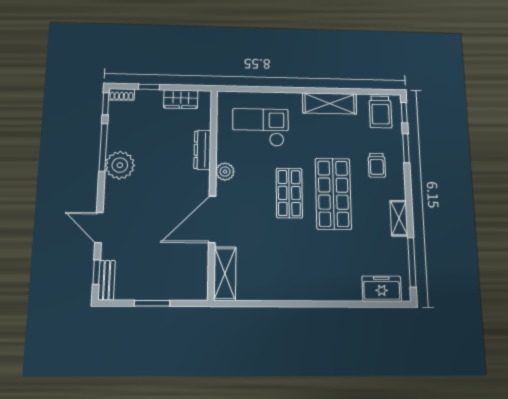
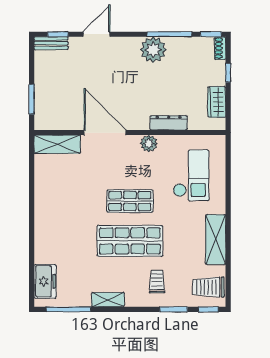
trolley: (377, 165) -> (157, 282), turned 90
window: (152, 303) -> (32, 99), moved

